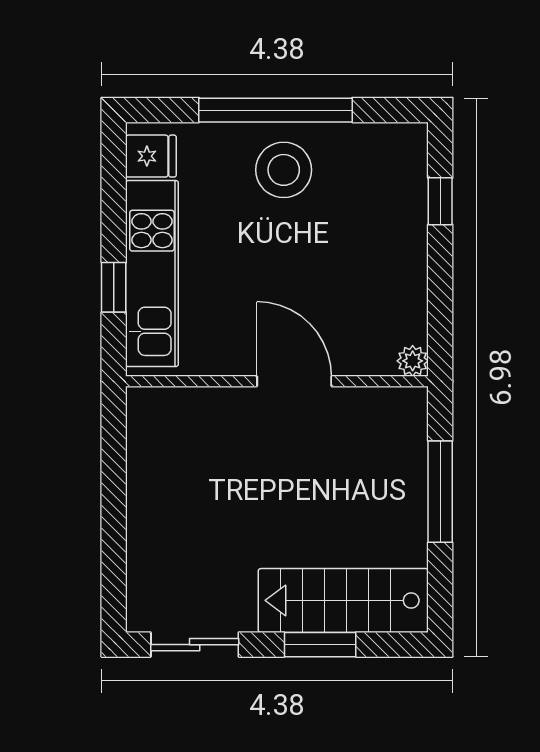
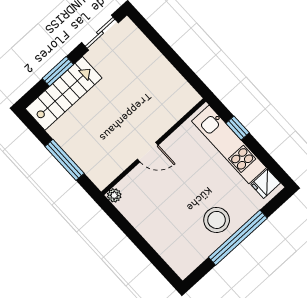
window: (440, 201) -> (154, 258), removed
door: (294, 381) -> (148, 152), width x0.73

